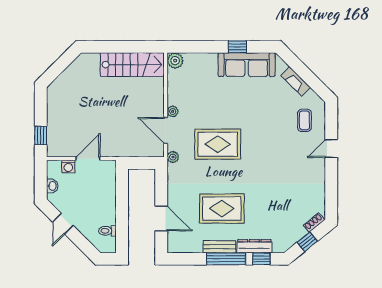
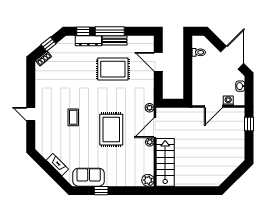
stairs: (132, 65) -> (165, 162), moved, turned 90
sofa: (247, 65) -> (89, 177), width x0.73
coffee table: (304, 120) -> (73, 117), moved
door: (166, 130) -> (155, 128), swing flipped
rug: (218, 144) -> (111, 130), moved, turned 90
door: (331, 149) -> (31, 114), swing flipped
door: (63, 224) -> (232, 58), width x1.87

